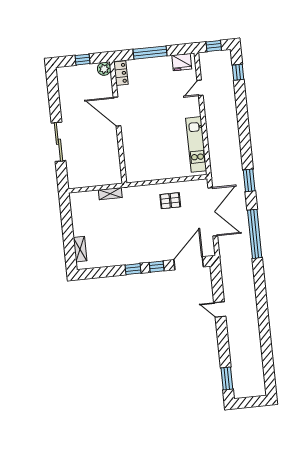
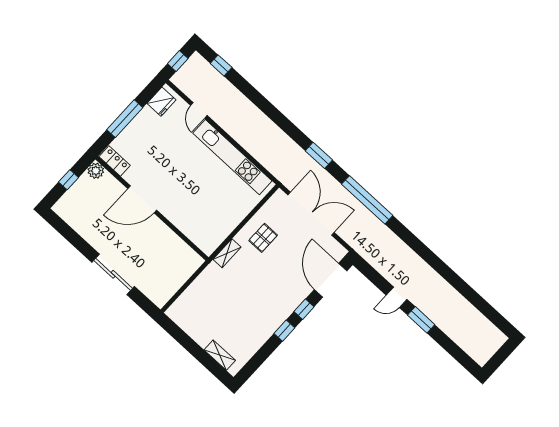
kitchen unit: (196, 144) -> (232, 157), width x1.36
shelving: (110, 194) -> (227, 253), moved
window: (227, 378) -> (421, 320), moved

